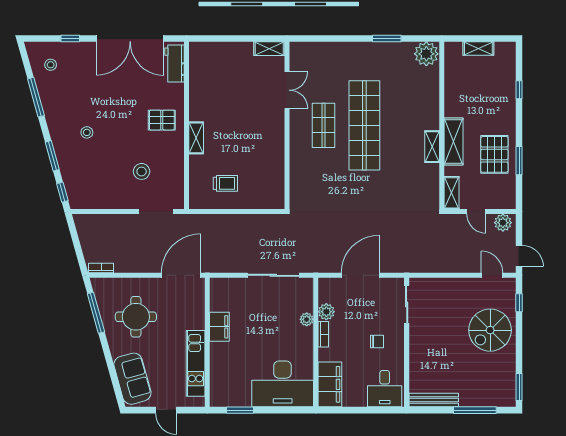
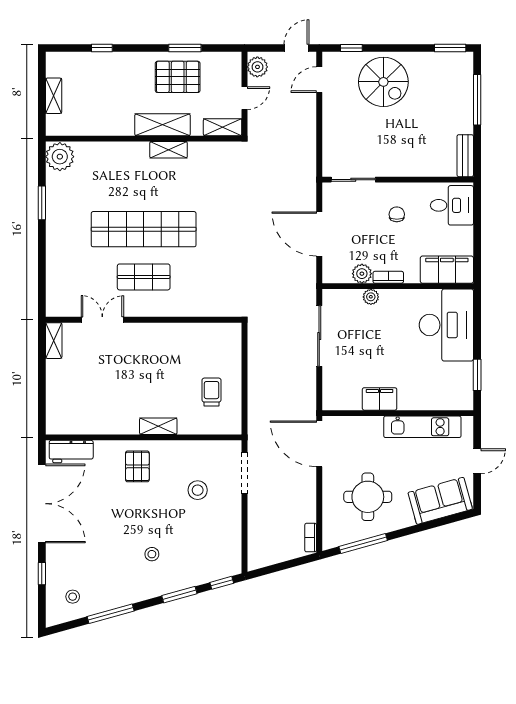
bench: (434, 400) -> (465, 156), width x0.73

